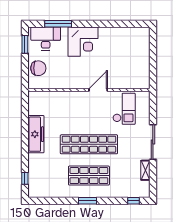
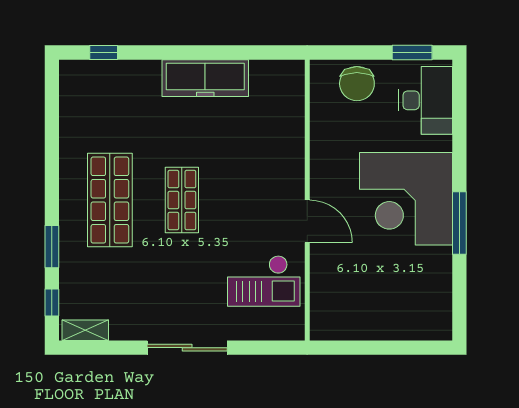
window: (58, 24) -> (459, 223), moved
corner desk: (83, 42) -> (406, 199), width x1.36, depth x1.36
shop shelf: (89, 144) -> (182, 200), width x0.50, depth x0.74
shelving: (145, 170) -> (85, 330), moved
window: (87, 201) -> (52, 247), moved

